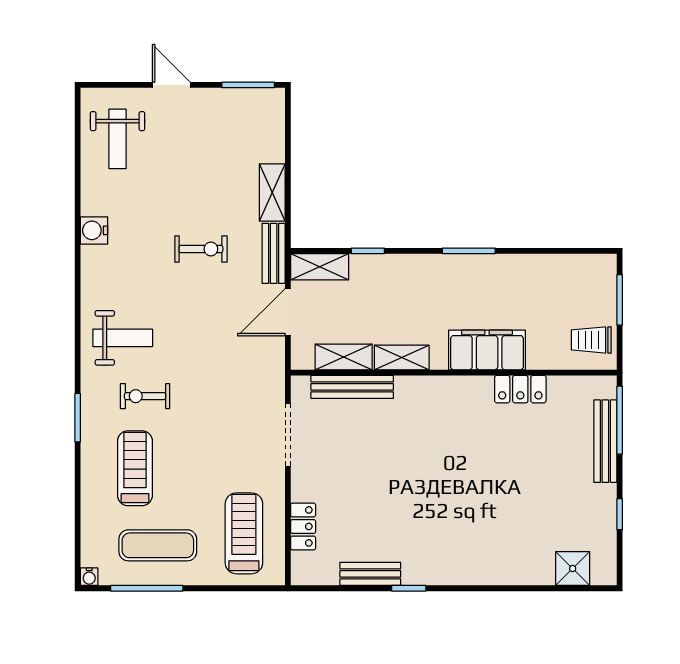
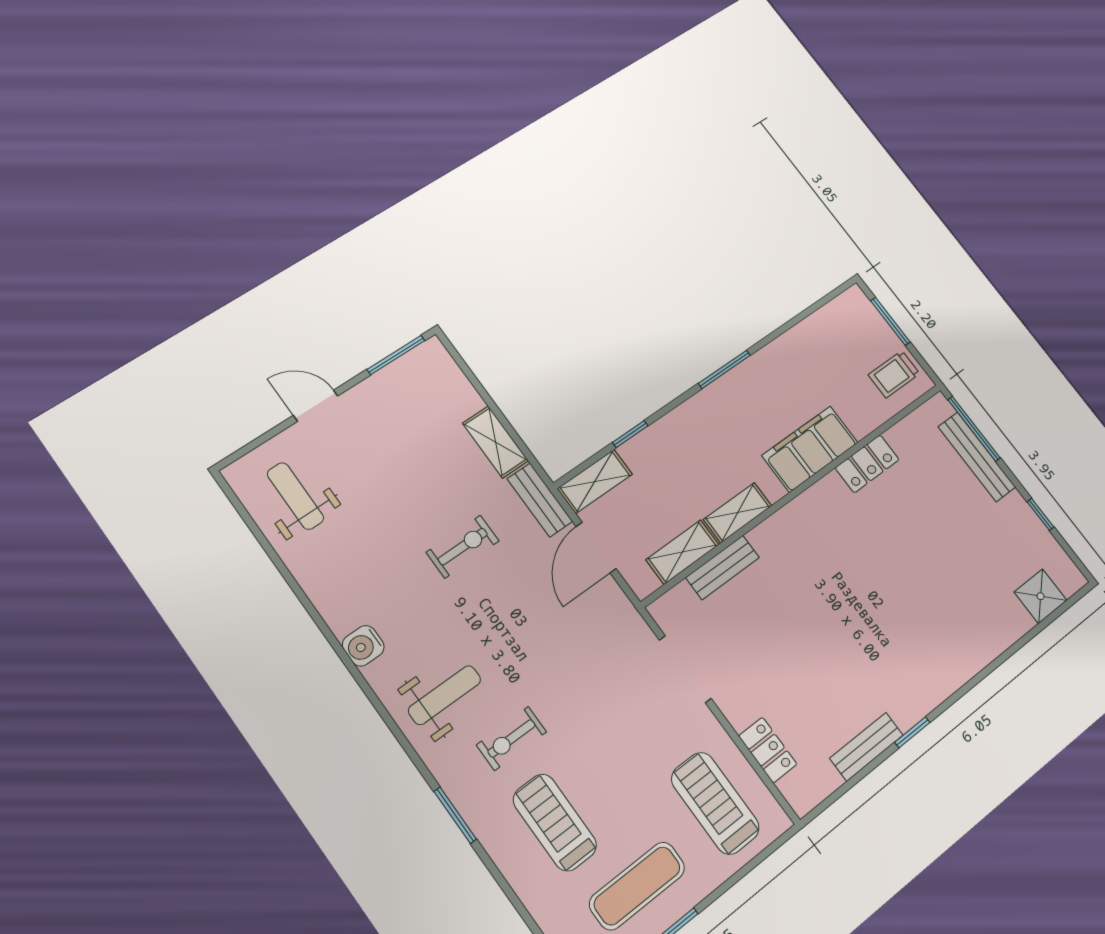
weight bench: (118, 139) -> (295, 496), turned 180
water cooler: (94, 230) -> (363, 646), moved
bench: (352, 387) -> (723, 567), width x0.73

